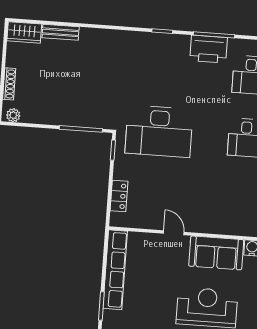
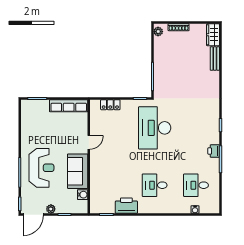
printer: (209, 49) -> (214, 151), width x0.53, depth x0.68
row of seats: (115, 270) -> (69, 106), width x0.73

